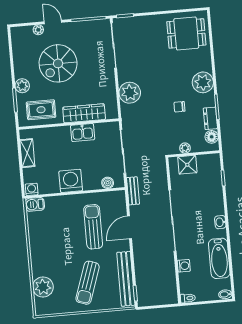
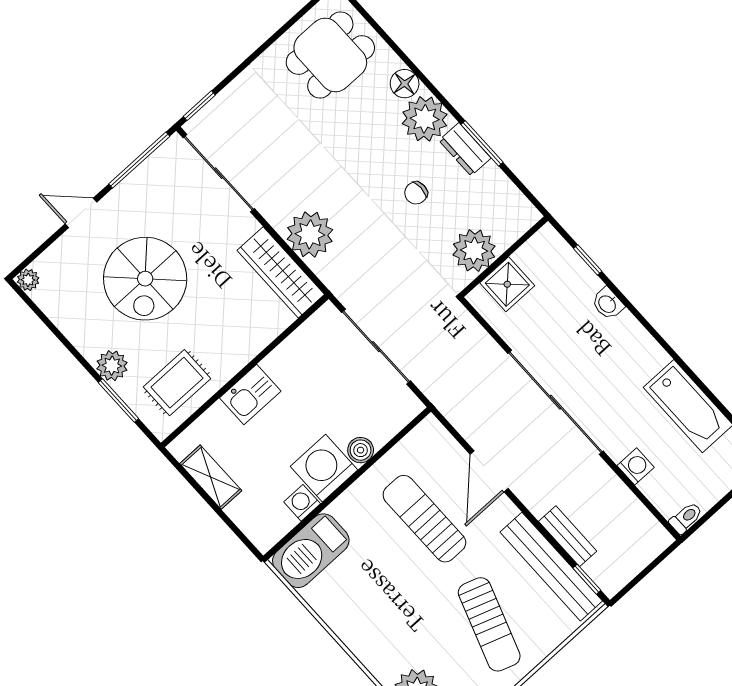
plant: (38, 30) -> (28, 280), moved
wardrobe: (84, 113) -> (281, 272), moved, turned -90
dresser: (210, 118) -> (465, 149), moved
kitchen sink: (83, 132) -> (250, 394), moved
floor lamp: (212, 137) -> (405, 84), moved
plant: (185, 148) -> (474, 251), width x1.88, depth x1.88
boiler: (108, 183) -> (361, 450), moved
washing machine: (32, 189) -> (302, 503), moved
bench: (133, 191) -> (568, 536), moved
barbecue: (35, 204) -> (311, 551), width x1.88, depth x1.53
washbasin: (220, 222) -> (608, 304), moved

